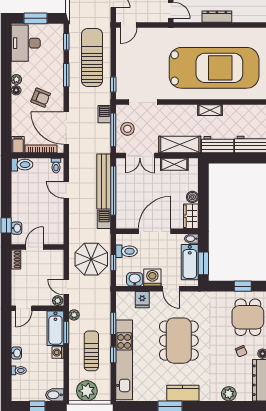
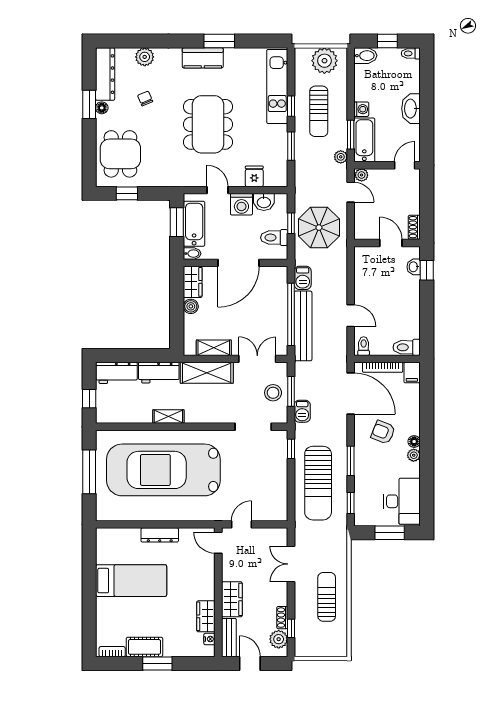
door: (129, 25) -> (242, 524), moved
window: (113, 130) -> (291, 391), width x0.69
door: (34, 247) -> (391, 243), swing flipped
chair: (241, 351) -> (145, 98), moved
washbasin: (16, 353) -> (411, 109), width x1.91, depth x1.45
kitchen unit: (124, 360) -> (277, 86), width x0.73
toilet: (19, 370) -> (411, 53), moved

